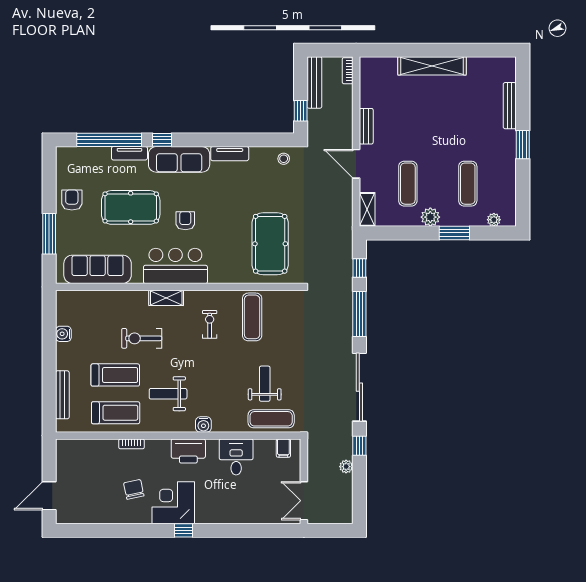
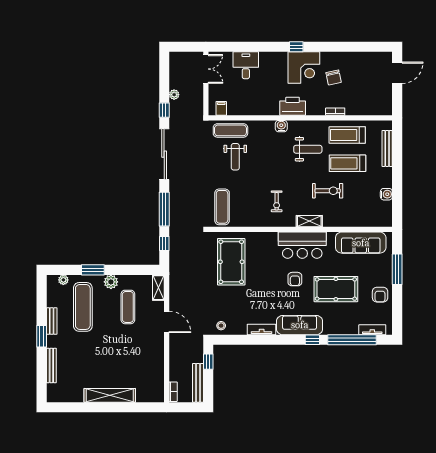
bench: (366, 126) -> (52, 321), moved
tv unit: (129, 153) -> (372, 330), moved
exercise mat: (468, 184) -> (83, 307), width x1.36, depth x1.45
exercise mat: (252, 317) -> (222, 207), moved
desk: (236, 457) -> (246, 65), moved, turned 180

